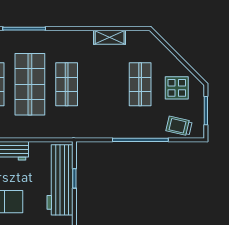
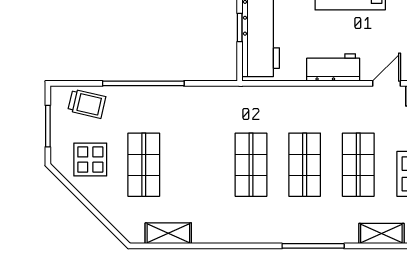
shelving: (110, 37) -> (168, 233), moved
shop shelf: (30, 84) -> (305, 165), width x0.70, depth x0.74

